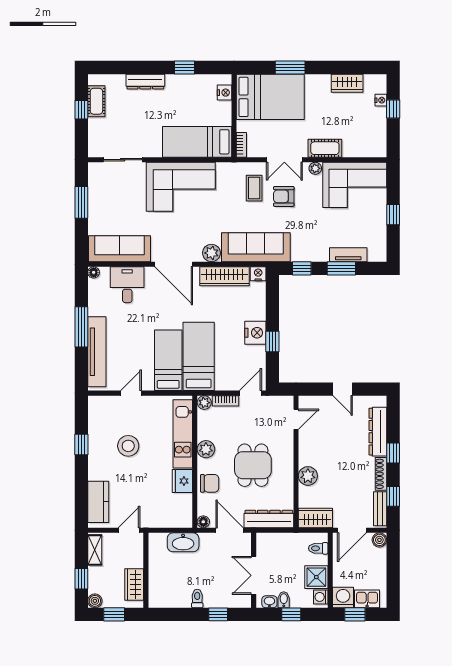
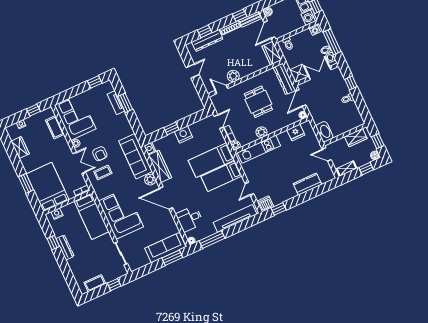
dresser: (145, 82) -> (65, 247), moved
window: (393, 109) -> (33, 110), moved
window: (81, 110) -> (114, 285), moved
cot: (325, 148) -> (55, 127), moved
window: (81, 202) -> (172, 258), moved
window: (393, 215) -> (95, 82), moved
sofa: (120, 249) -> (165, 248), moved, turned 90
door: (174, 264) -> (166, 198), swing flipped
window: (302, 268) -> (135, 125), removed
window: (81, 327) -> (212, 240), moved
window: (272, 342) -> (171, 129), moved
door: (131, 393) -> (249, 189), hinge flipped
door: (250, 393) -> (219, 122), swing flipped
dishwasher: (98, 406) -> (265, 204), added
window: (81, 445) -> (279, 209), moved
stool: (128, 446) -> (280, 177), removed
window: (393, 453) -> (205, 31), moved
dining table: (253, 465) -> (258, 102), turned 90
plant: (308, 476) -> (233, 76), moved
fridge: (182, 481) -> (296, 132), moved
chair: (210, 483) -> (280, 121), removed
kitchen counter: (98, 502) -> (307, 184), moved
door: (352, 530) -> (269, 30), swing flipped
washbasin: (183, 542) -> (324, 132), moved
double door: (254, 575) -> (320, 73), swing flipped
shower: (316, 577) -> (299, 73), moved
window: (291, 614) -> (332, 42), width x2.17

